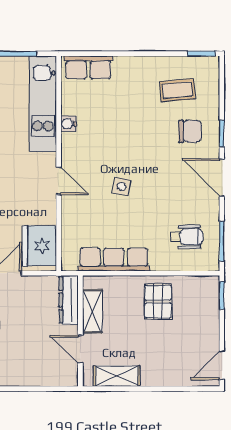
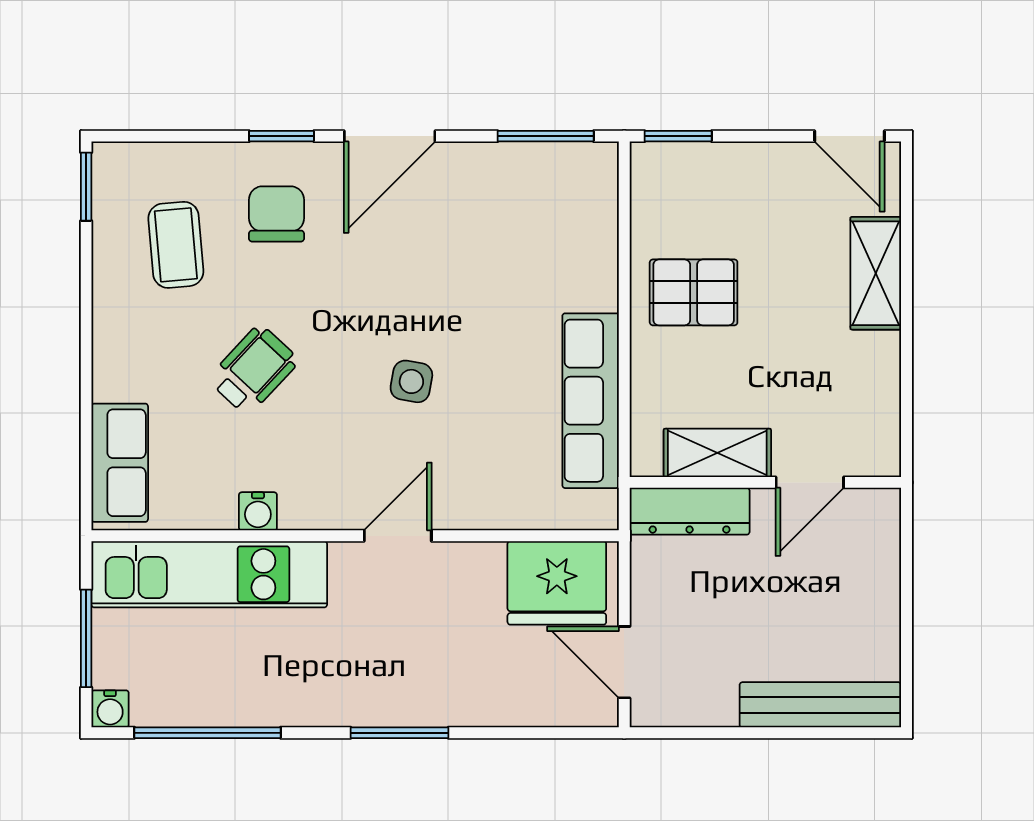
wheelchair: (187, 237) -> (253, 370), moved, turned 43
shelving: (117, 376) -> (876, 273), moved

